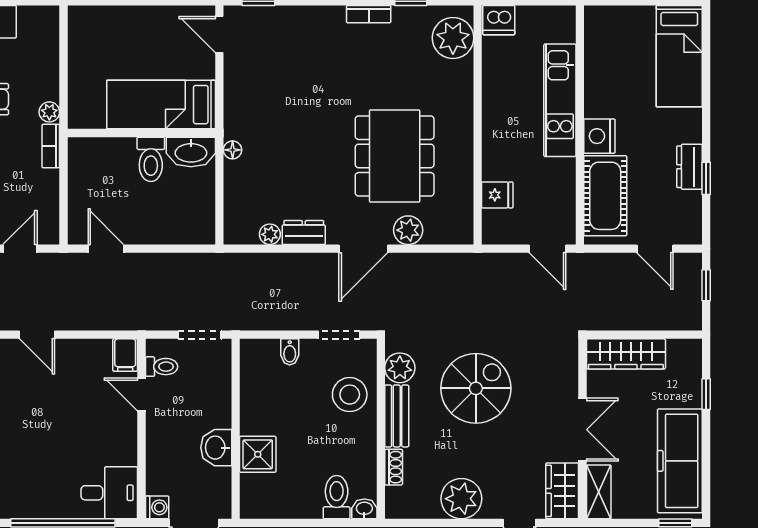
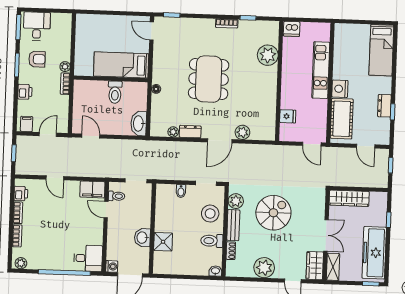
plant: (453, 38) -> (268, 55), moved
washbasin: (191, 152) -> (139, 124), moved, turned 90
dining table: (395, 156) -> (209, 79), moved
filing cabinet: (125, 355) -> (92, 189), width x2.00
toilet: (337, 497) -> (212, 241), moved, turned -90

